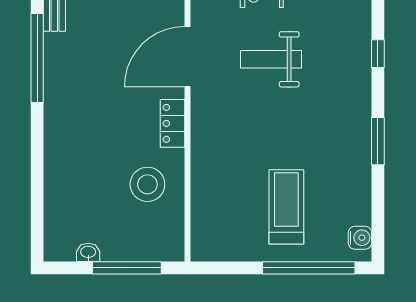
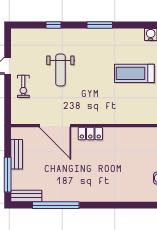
weight bench: (271, 59) -> (60, 70), moved
stool: (147, 184) -> (123, 147), removed

